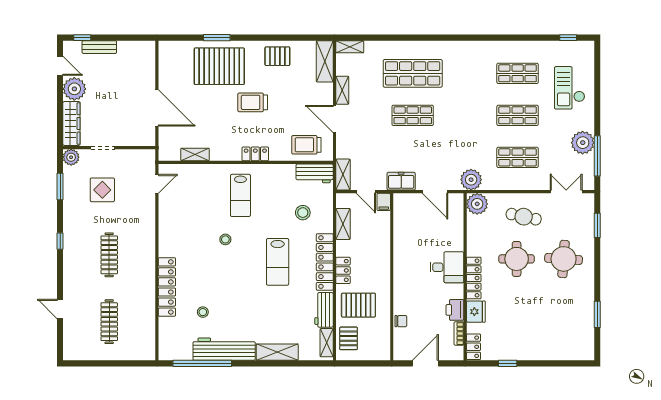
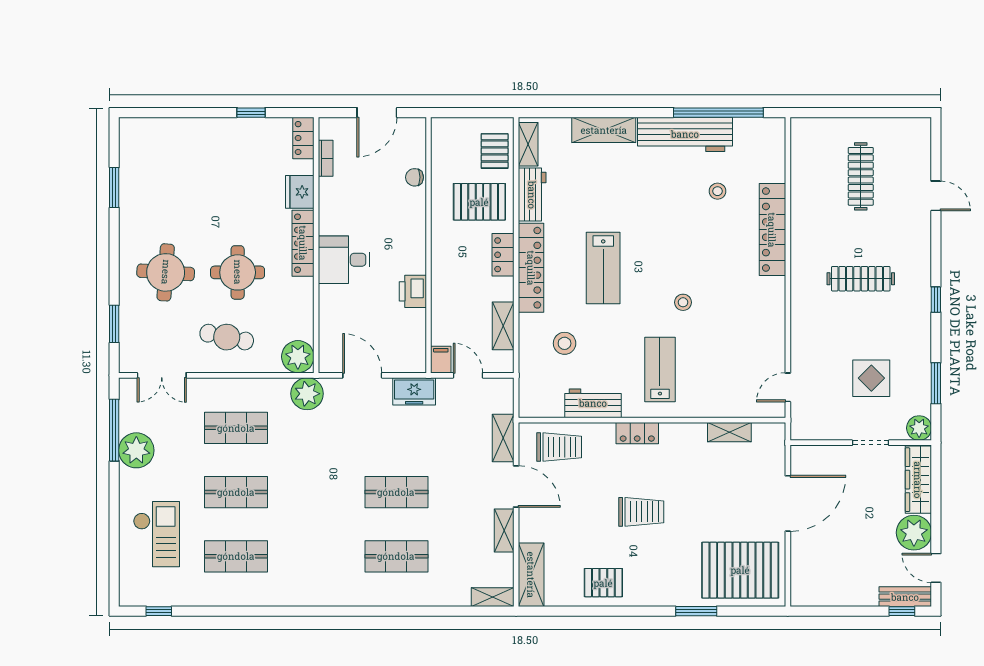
bench: (99, 47) -> (905, 597), moved
pallet: (219, 66) -> (740, 570), moved
shop shelf: (413, 73) -> (396, 556), width x0.70, depth x0.74
door: (157, 108) -> (788, 503), swing flipped
workbench: (315, 173) -> (593, 403), moved
shelving: (343, 175) -> (503, 438), moved
clothes rail: (109, 255) -> (861, 279), turned 90
lab bench: (278, 262) -> (603, 268), turned 180
printer: (455, 310) -> (413, 291), moved, turned 180

